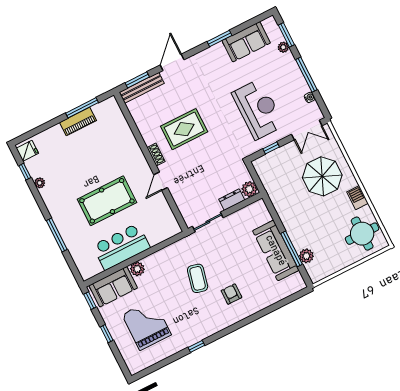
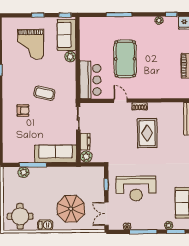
bar counter: (121, 247) -> (90, 80), moved
sofa: (276, 250) -> (56, 154), moved
grand piano: (147, 325) -> (31, 44), turned 90

